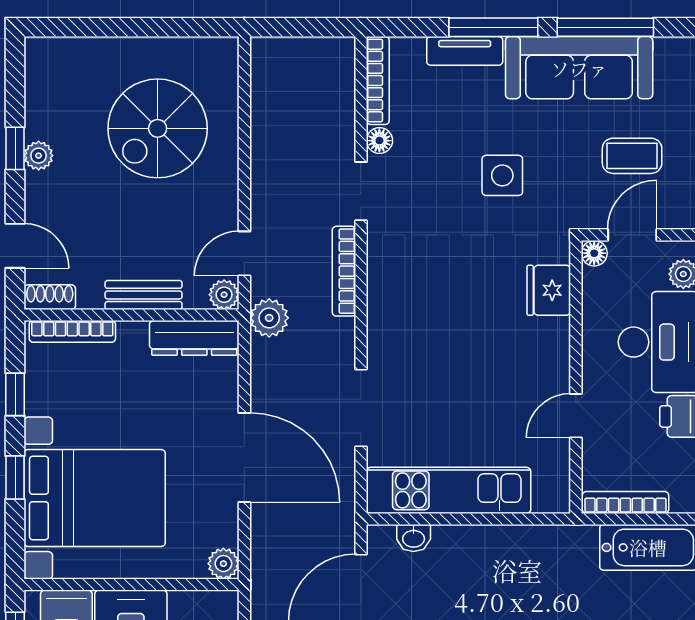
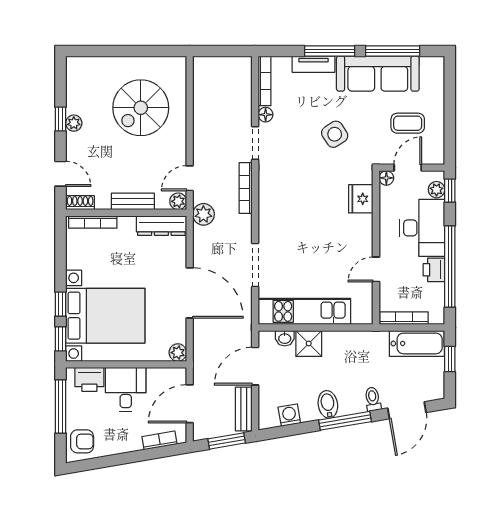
side table: (502, 175) -> (335, 134), turned -33
window: (15, 394) -> (61, 339), moved
shower: (456, 547) -> (309, 343), added

